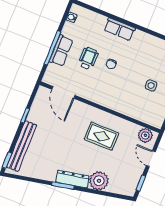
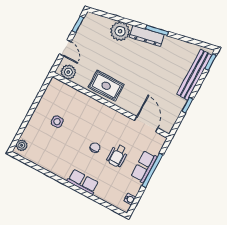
rug: (101, 136) -> (106, 86), moved

